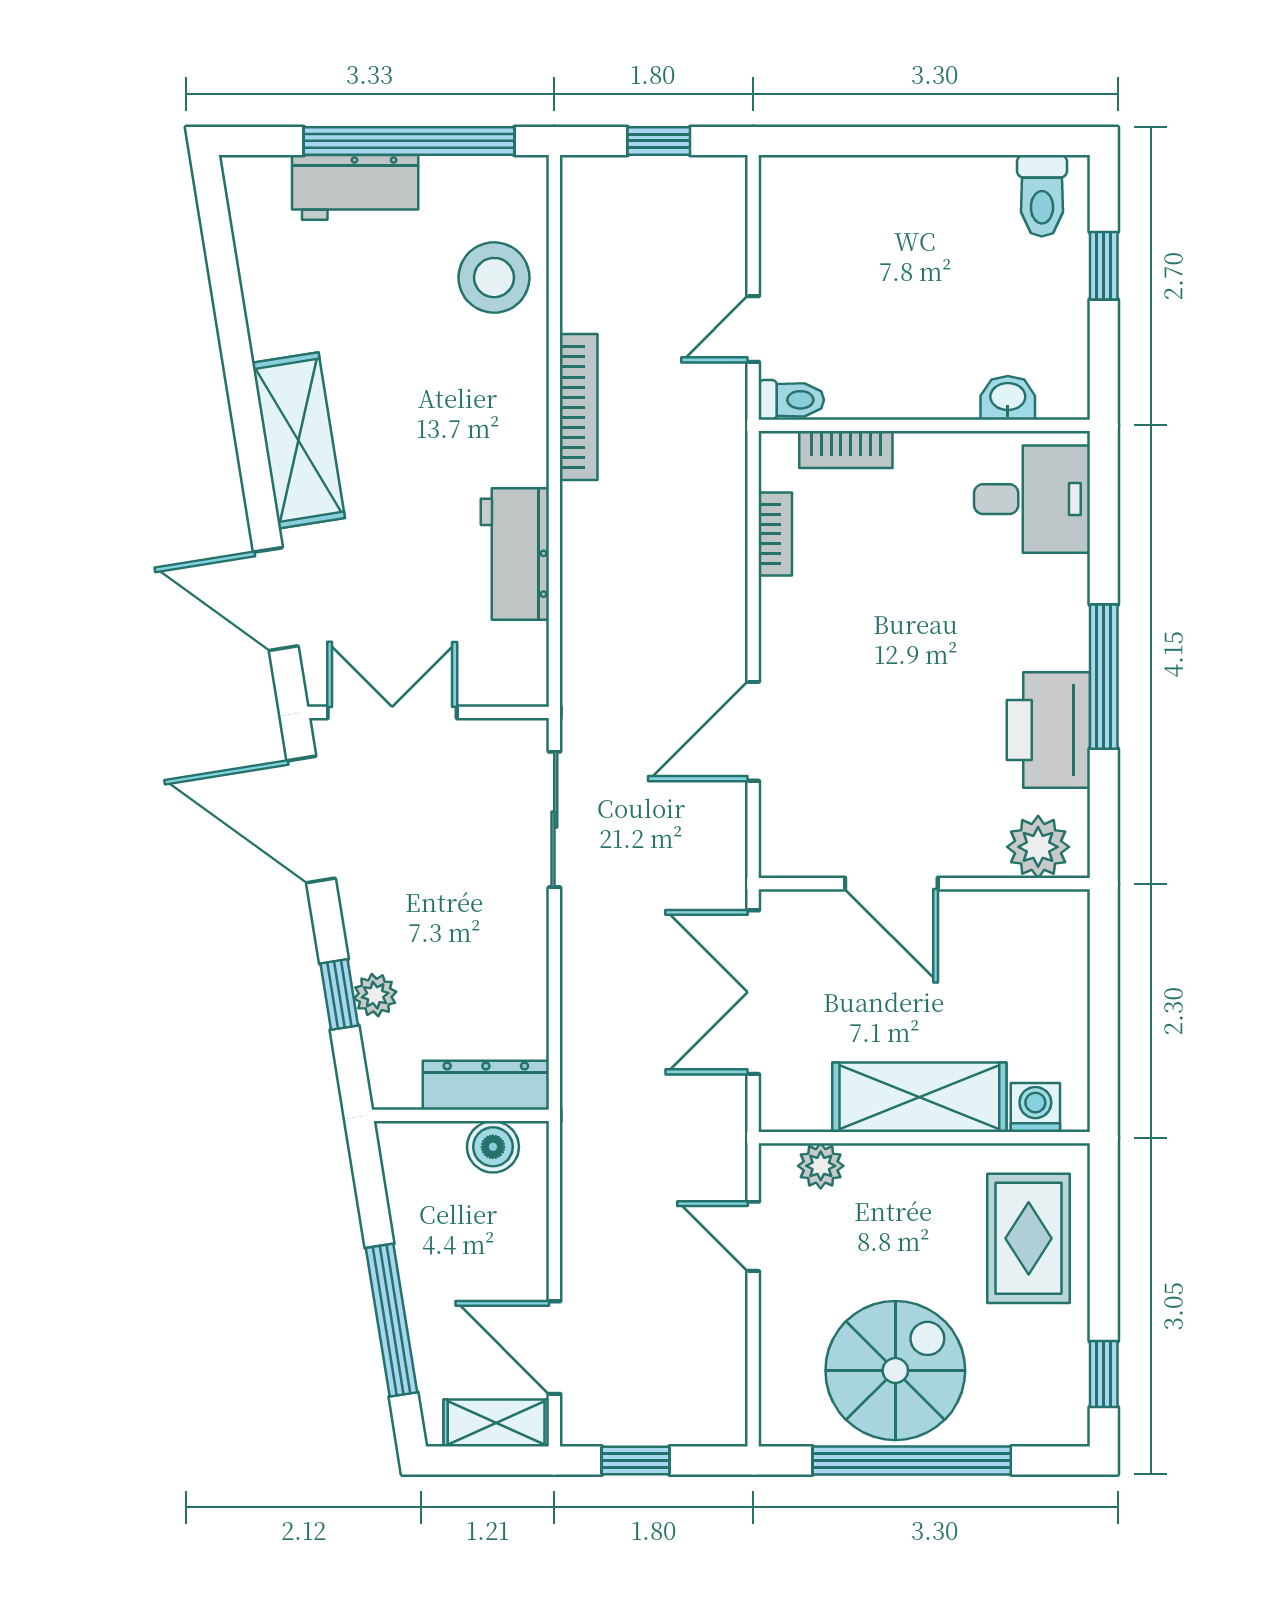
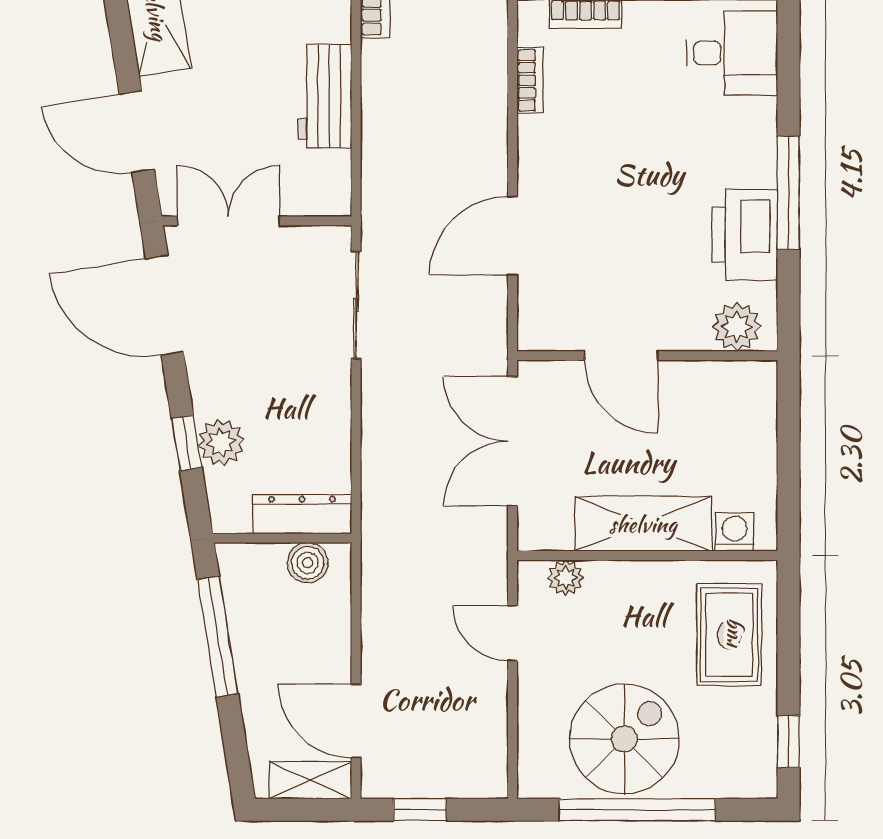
plant: (375, 995) -> (221, 442), width x1.38, depth x1.38
window: (391, 1320) -> (218, 636), moved

